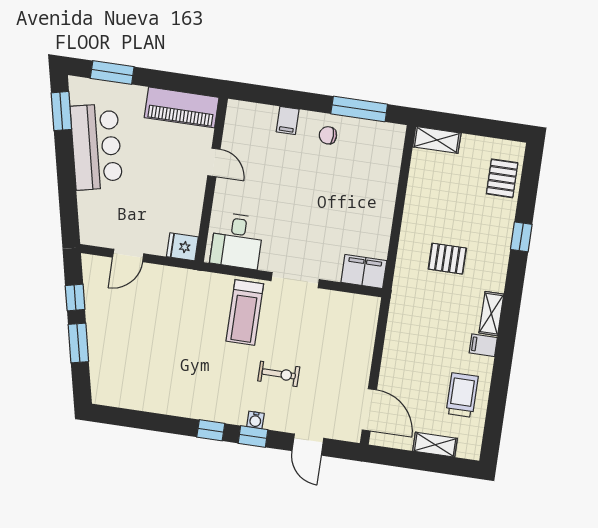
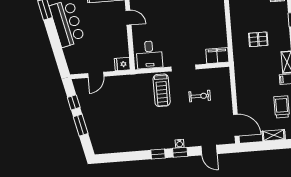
exercise bike: (279, 374) -> (200, 96), moved

